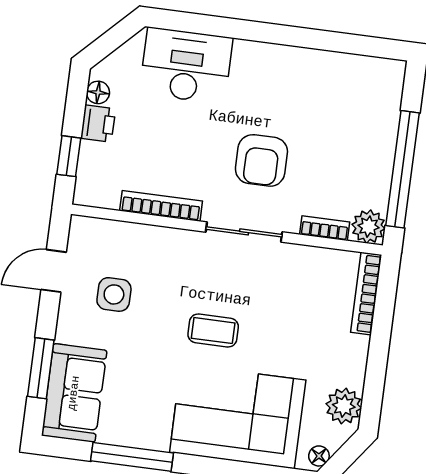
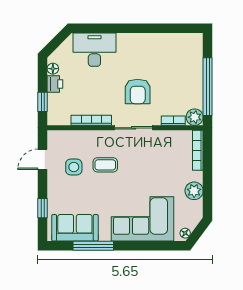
coffee table: (213, 331) -> (105, 165), moved
window: (41, 368) -> (43, 208), width x0.67
sofa: (74, 393) -> (75, 228), moved, turned -90
plant: (344, 406) -> (194, 191), moved

